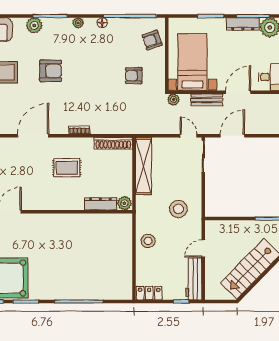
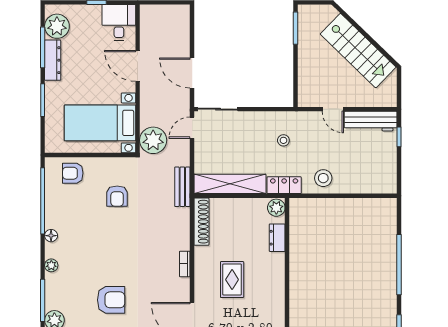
armchair: (152, 40) -> (73, 173), turned 109
armchair: (51, 71) -> (111, 300), turned 90
plant: (173, 99) -> (153, 140), width x1.87, depth x1.87
bench: (207, 100) -> (182, 187), moved
dresser: (100, 204) -> (277, 238), width x0.70
stool: (178, 209) -> (283, 140), width x0.53, depth x0.53
locker: (149, 293) -> (284, 185), moved, turned 90

